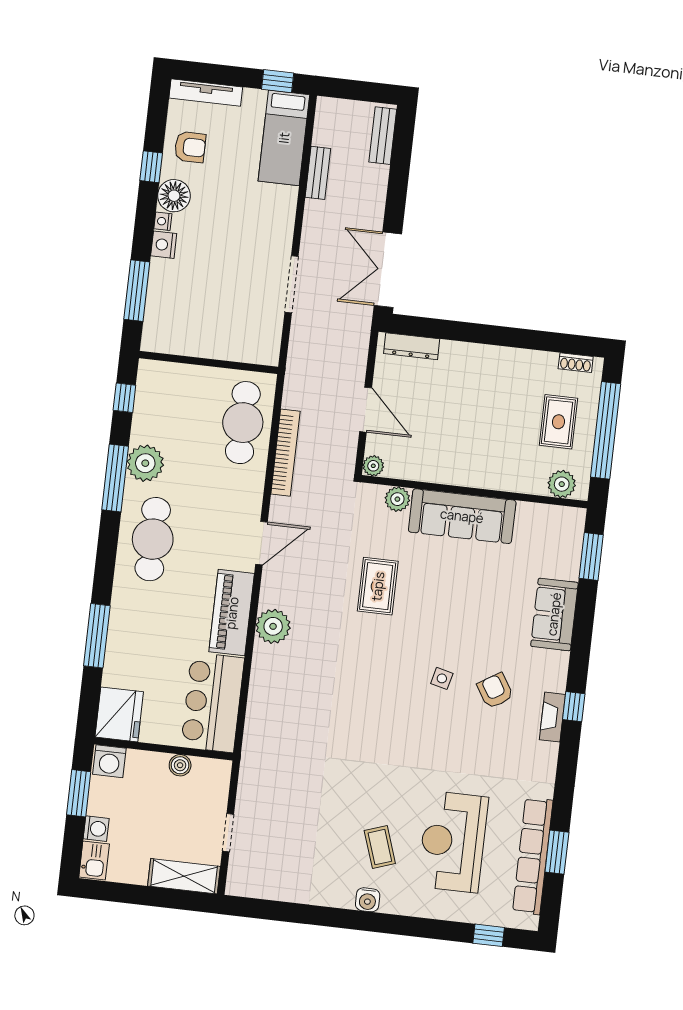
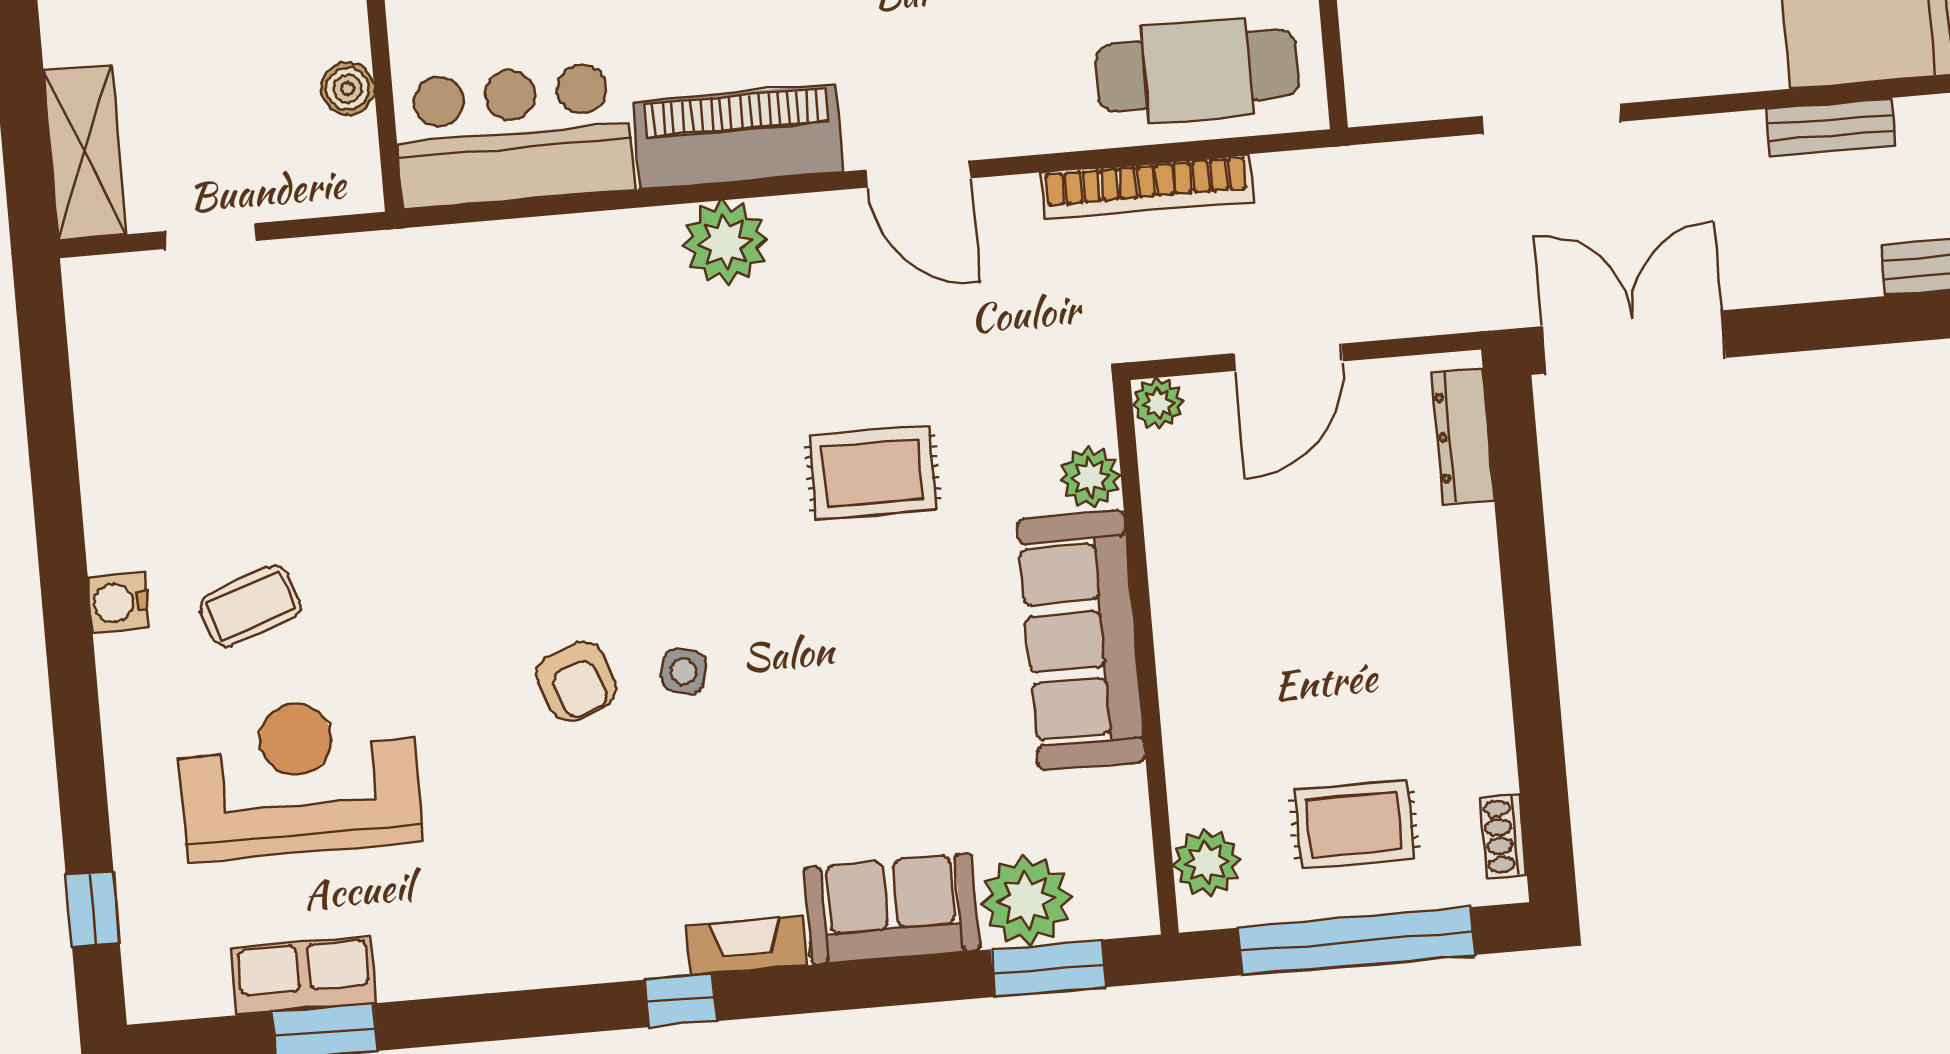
plant: (562, 560) -> (1026, 900), added
armchair: (495, 691) -> (576, 681), moved, turned 102
fireplace: (552, 717) -> (747, 945), moved
row of seats: (533, 856) -> (304, 976), width x0.50

